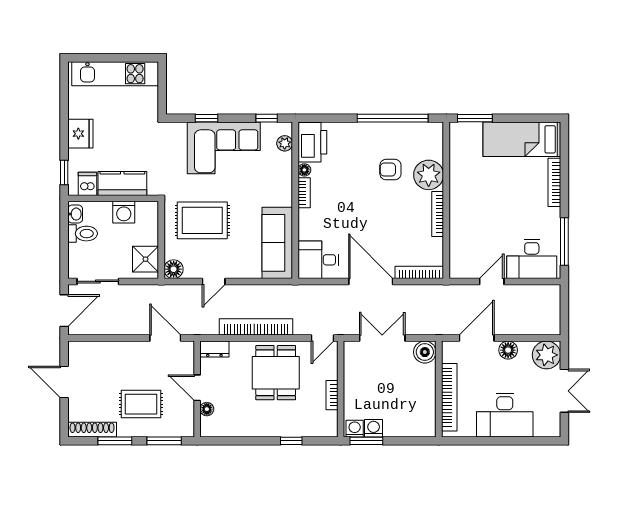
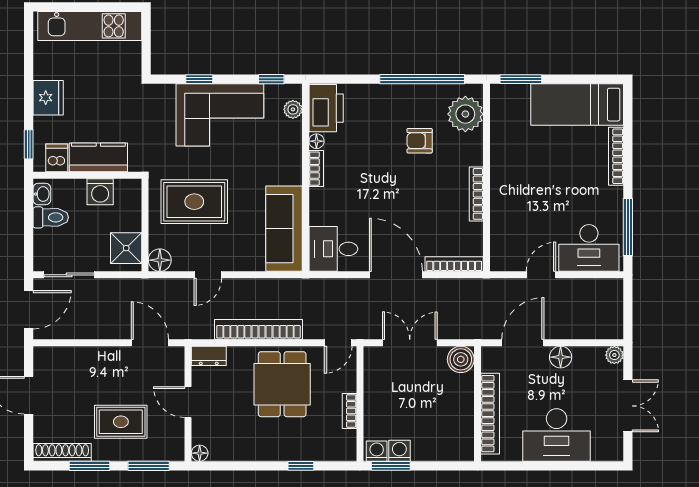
plant: (429, 175) -> (465, 114), moved
plant: (546, 355) -> (614, 355), width x0.53, depth x0.53
floor lamp: (207, 409) -> (200, 453), moved

